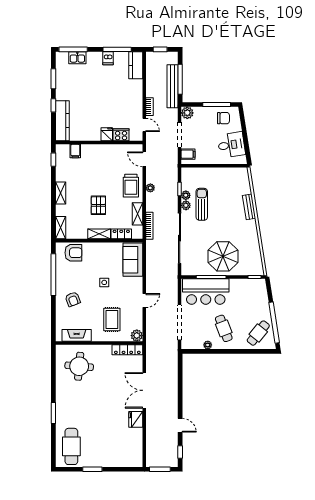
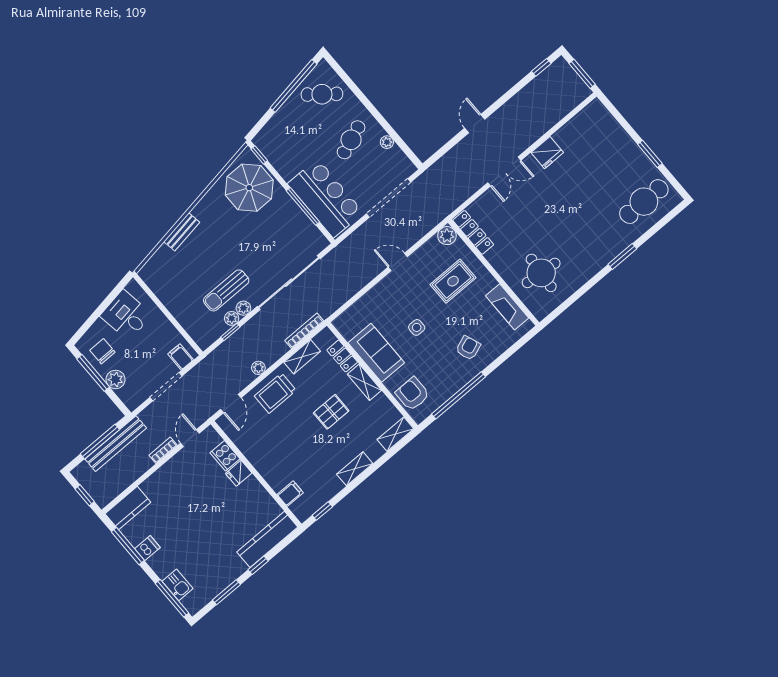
plant: (187, 113) -> (116, 379), moved
trolley: (131, 186) -> (275, 393), turned 180
parasol: (223, 256) -> (249, 188), moved
sofa: (133, 260) -> (376, 353), moved, turned -90
double door: (144, 390) -> (504, 172), width x0.73
door: (180, 425) -> (475, 124), moved

